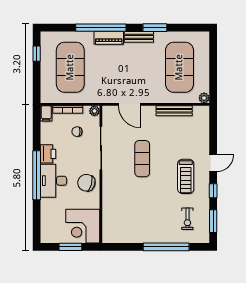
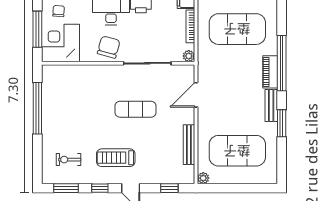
window: (213, 128) -> (169, 188), added
chair: (77, 132) -> (59, 11), moved
window: (70, 247) -> (37, 29), width x1.44
window: (166, 247) -> (37, 108), moved

